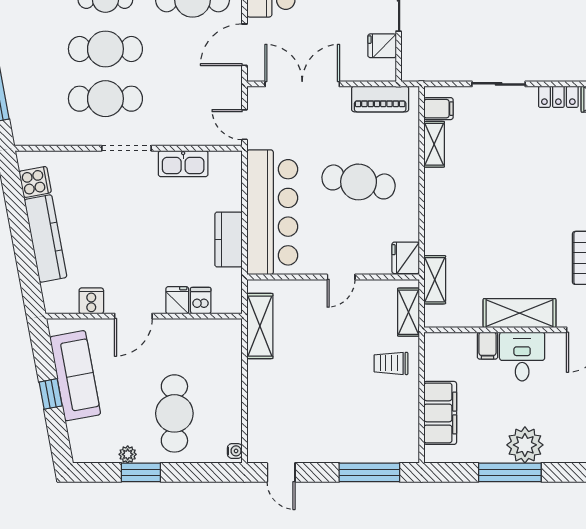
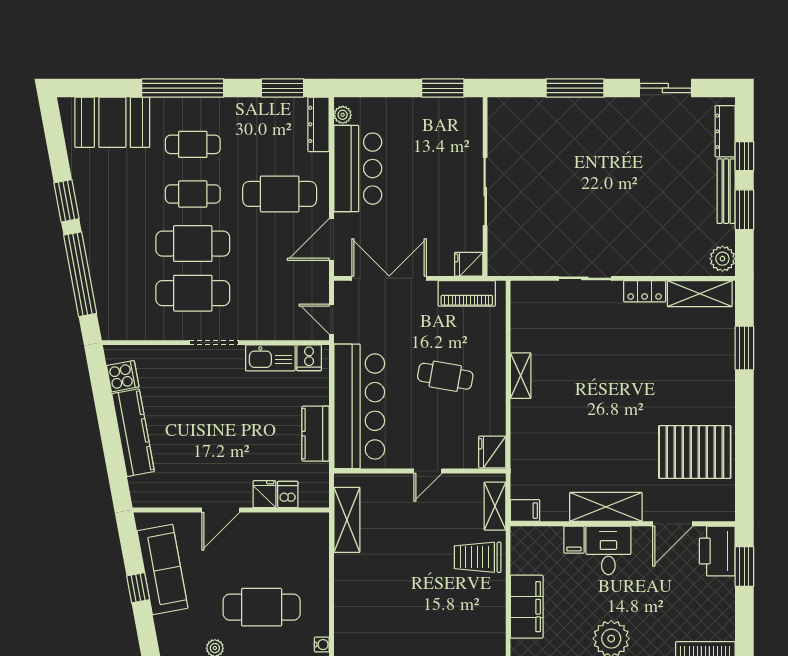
fridge: (382, 46) -> (469, 264), moved
filing cabinet: (439, 109) -> (525, 511), moved
shelving: (434, 144) -> (521, 376), moved
cafe table: (359, 182) -> (445, 376), width x0.73, depth x0.74
shelving: (435, 280) -> (521, 474), removed
cooker: (91, 301) -> (309, 358), moved, turned 180
trolley: (391, 363) -> (478, 557), width x1.36, depth x1.39
cafe table: (174, 413) -> (262, 607), turned 90

